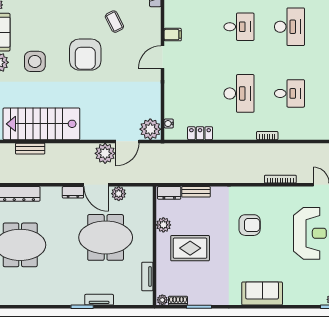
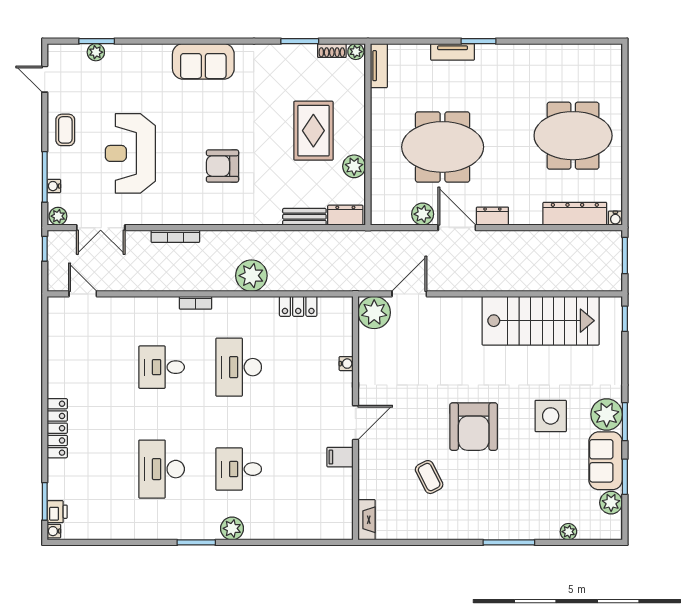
armchair: (85, 55) -> (474, 427), turned 180
water cooler: (169, 124) -> (346, 364), moved
bench: (30, 149) -> (558, 283), removed
plant: (105, 153) -> (251, 276), moved
rug: (190, 248) -> (313, 131), turned 90
tv unit: (147, 277) -> (379, 66), moved

